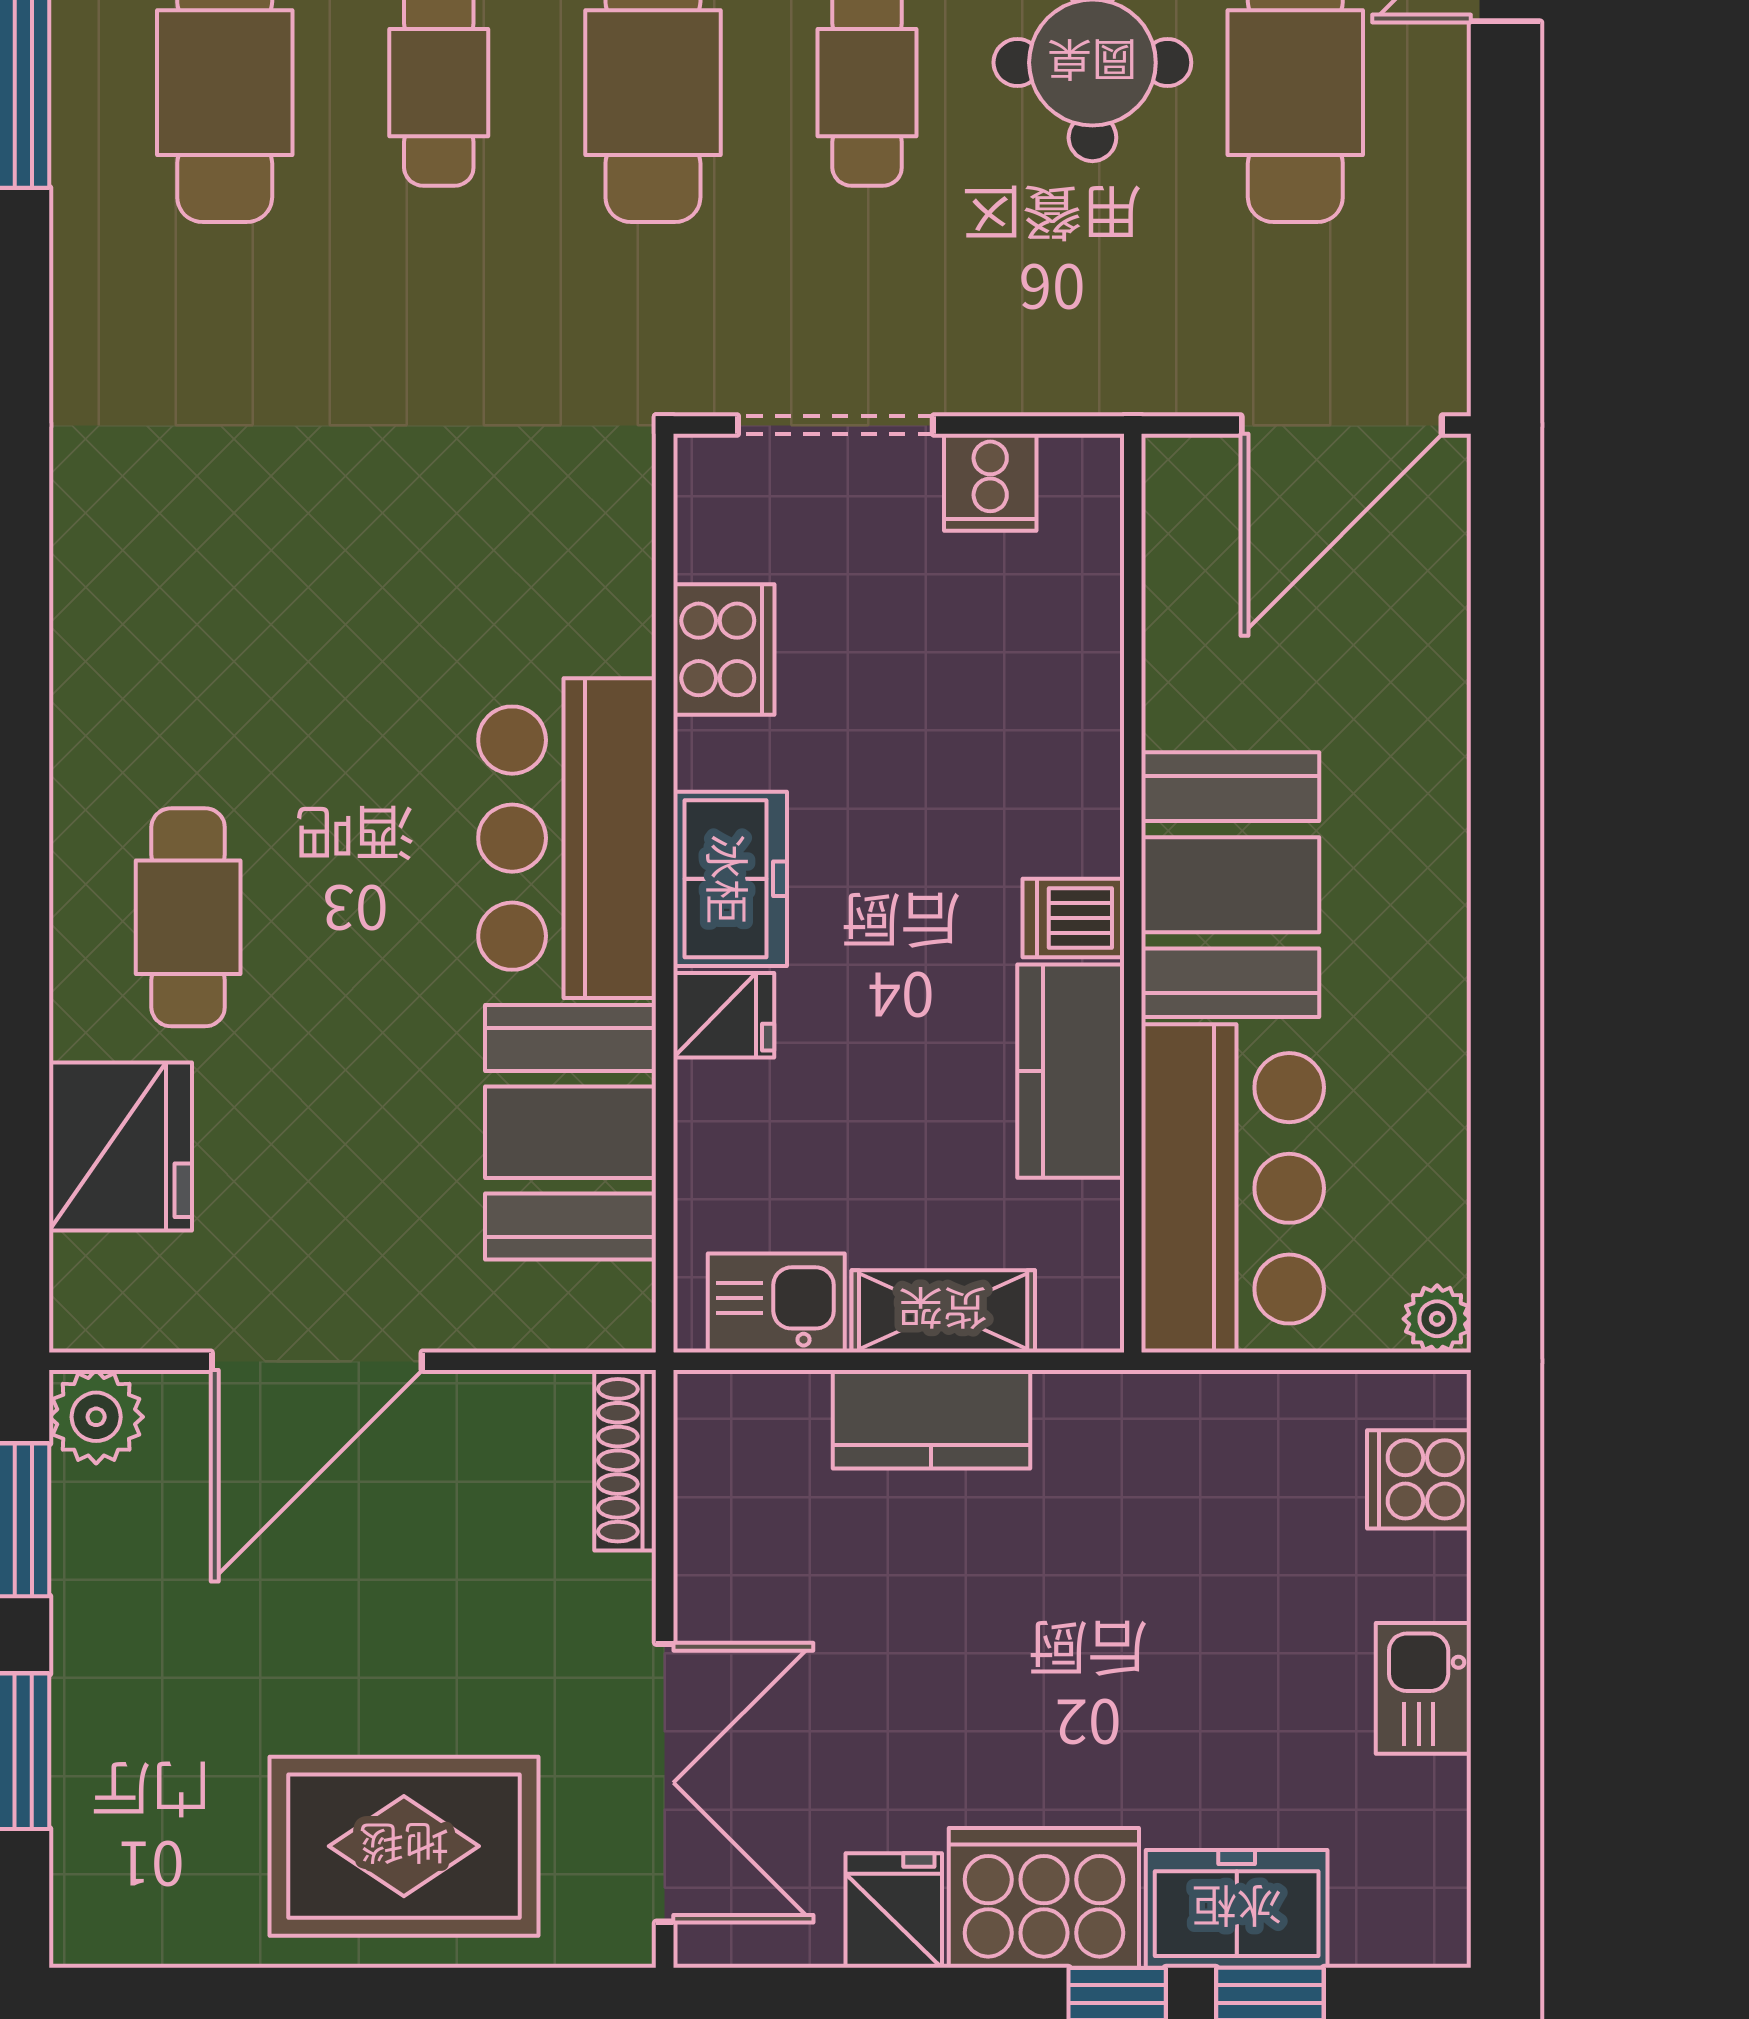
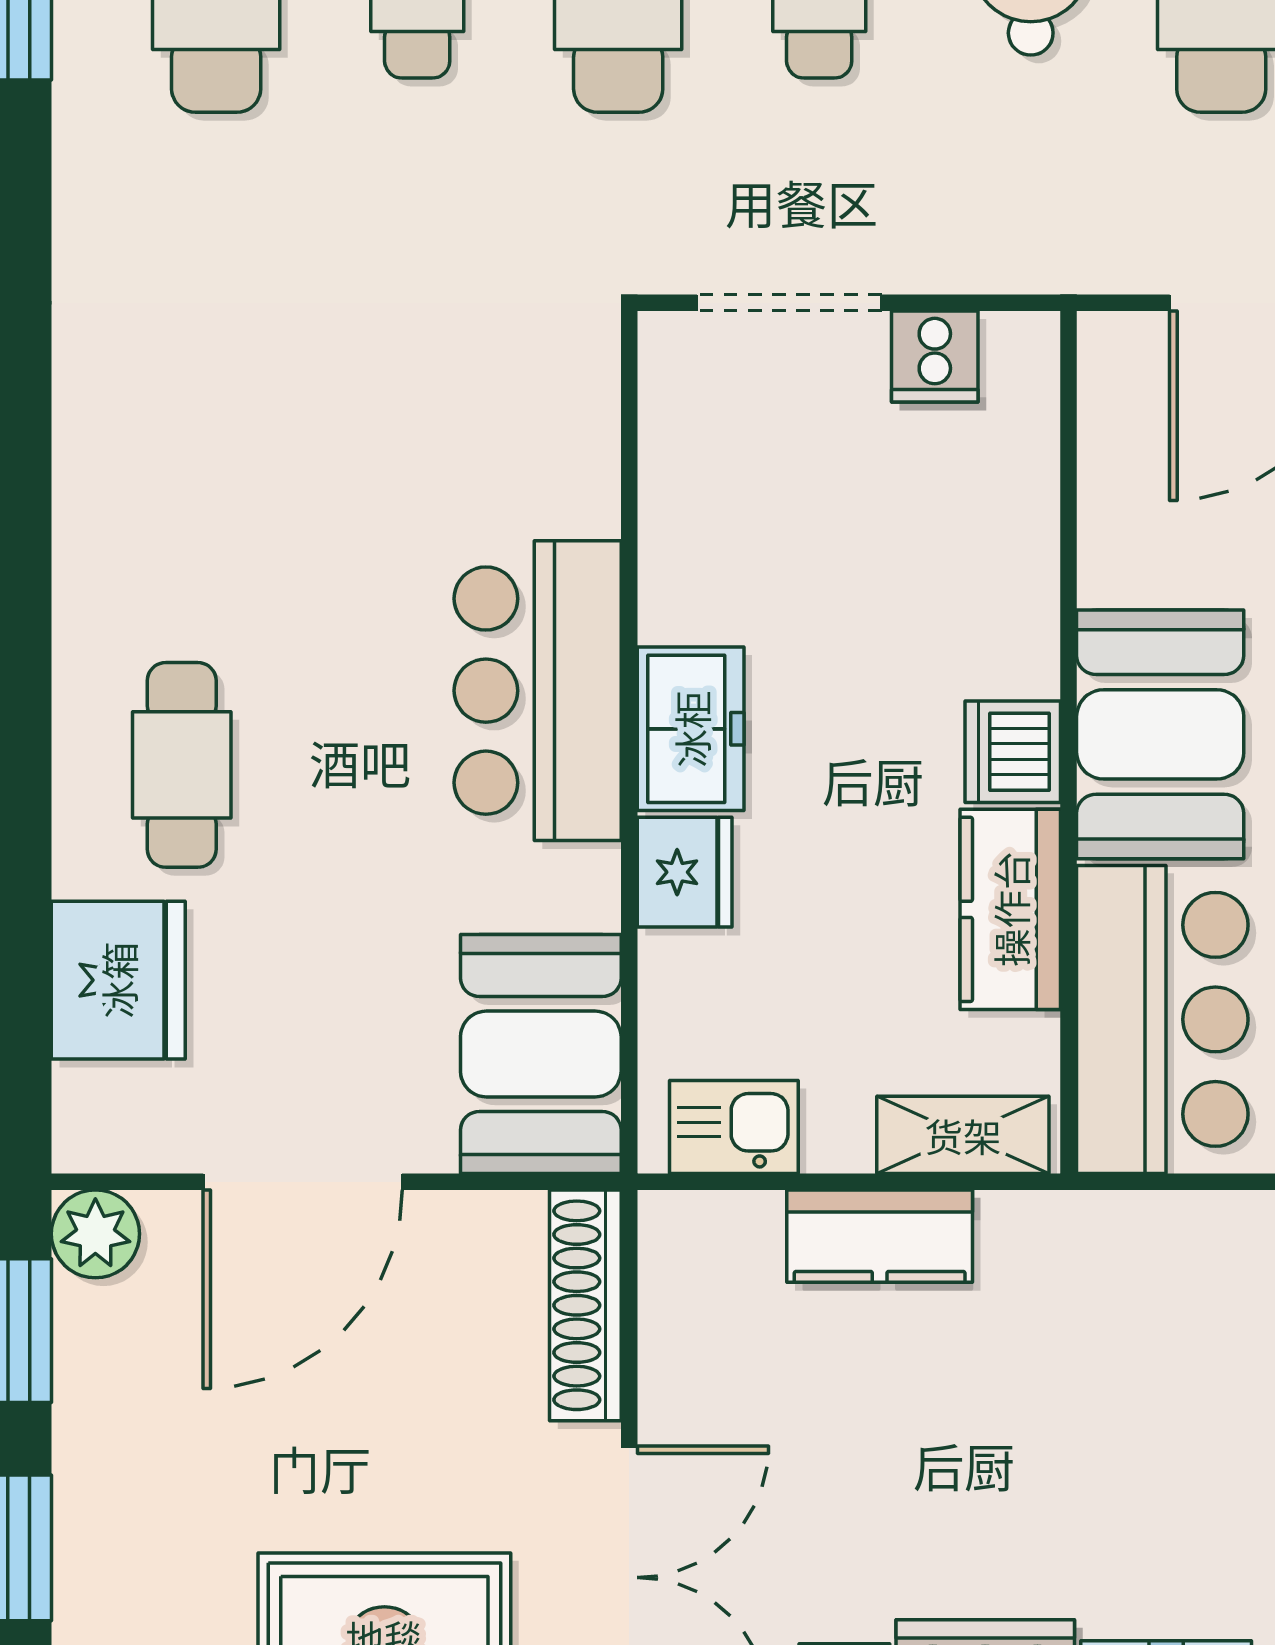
cooker: (724, 649) -> (685, 513), removed
dishwasher: (1073, 918) -> (1013, 752), width x1.38
fridge: (724, 1015) -> (685, 872), width x1.38
booth: (571, 1132) -> (541, 1054), moved
shelving: (943, 1311) -> (963, 1135), moved
shoe rack: (625, 1460) -> (585, 1305), width x1.36, depth x1.24

